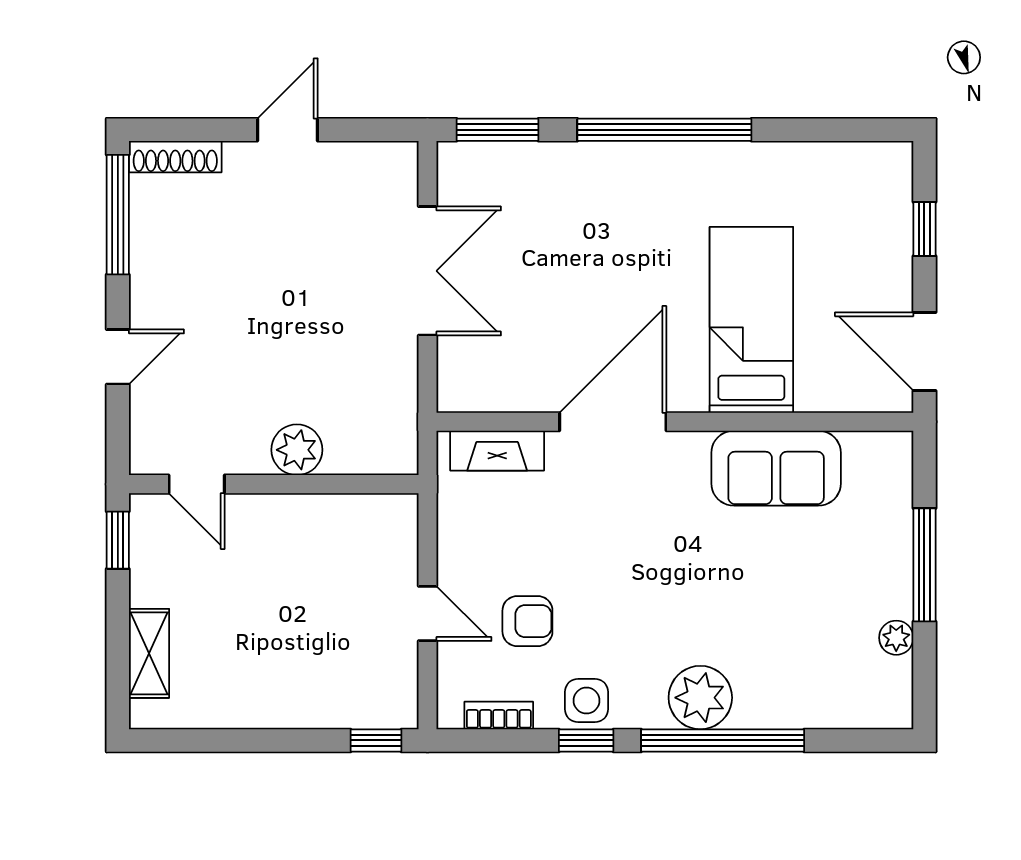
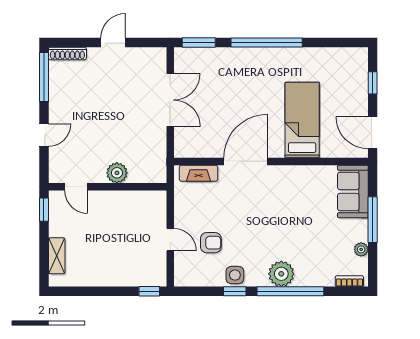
sofa: (776, 468) -> (353, 191), moved, turned 90
bookcase: (499, 716) -> (349, 281), moved

